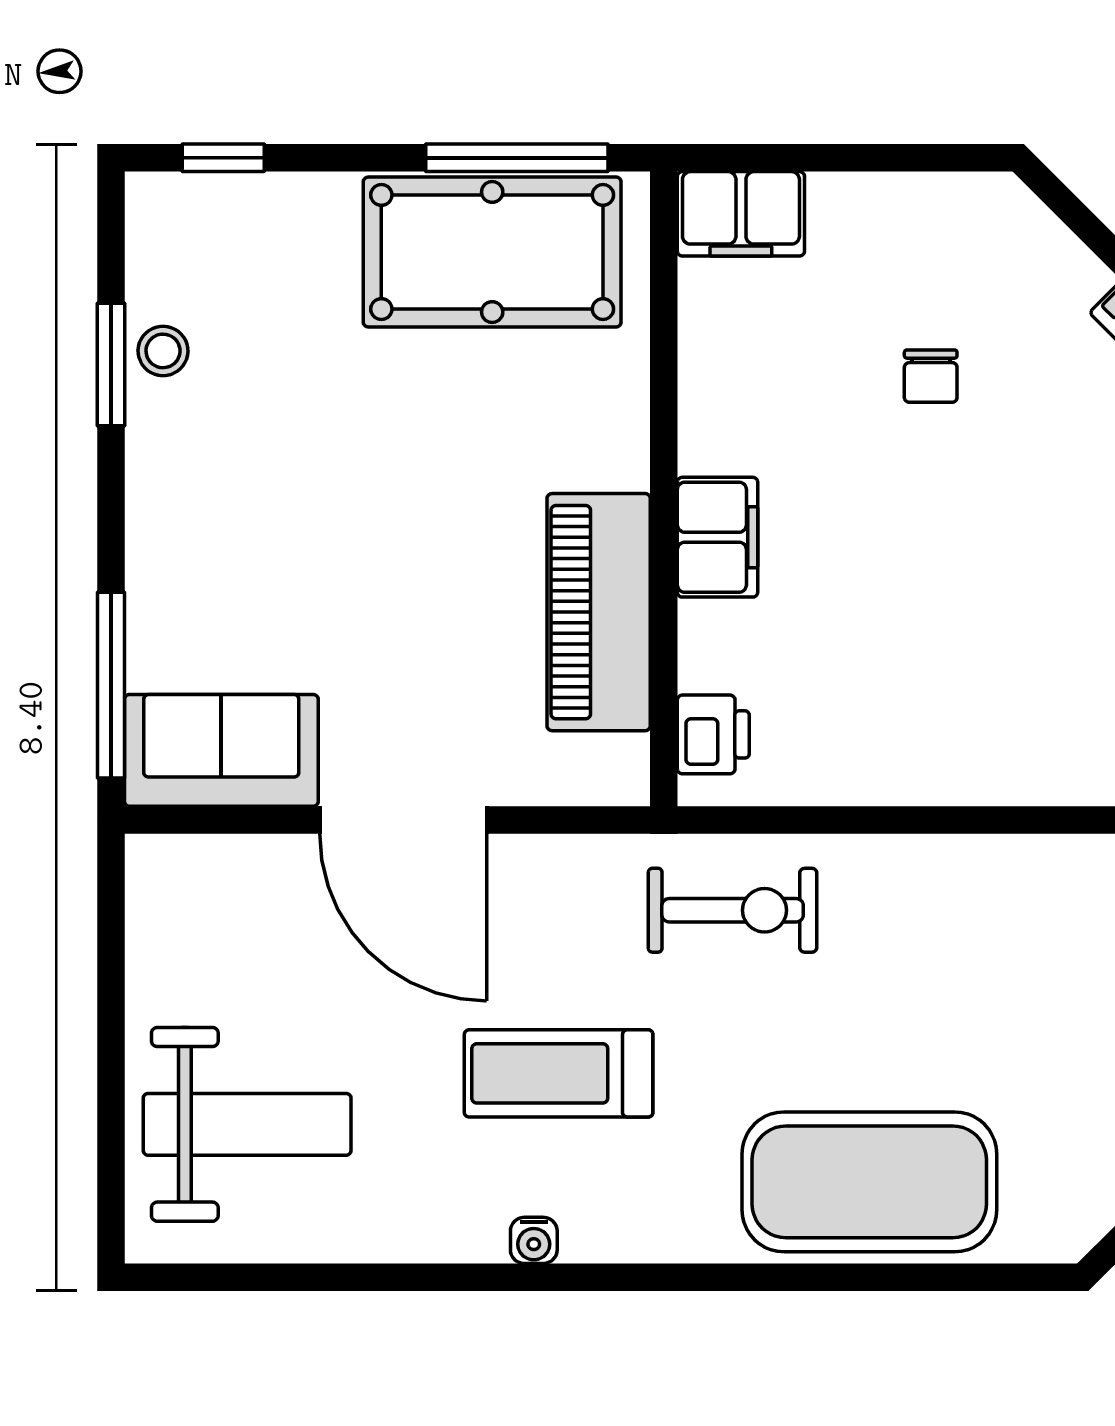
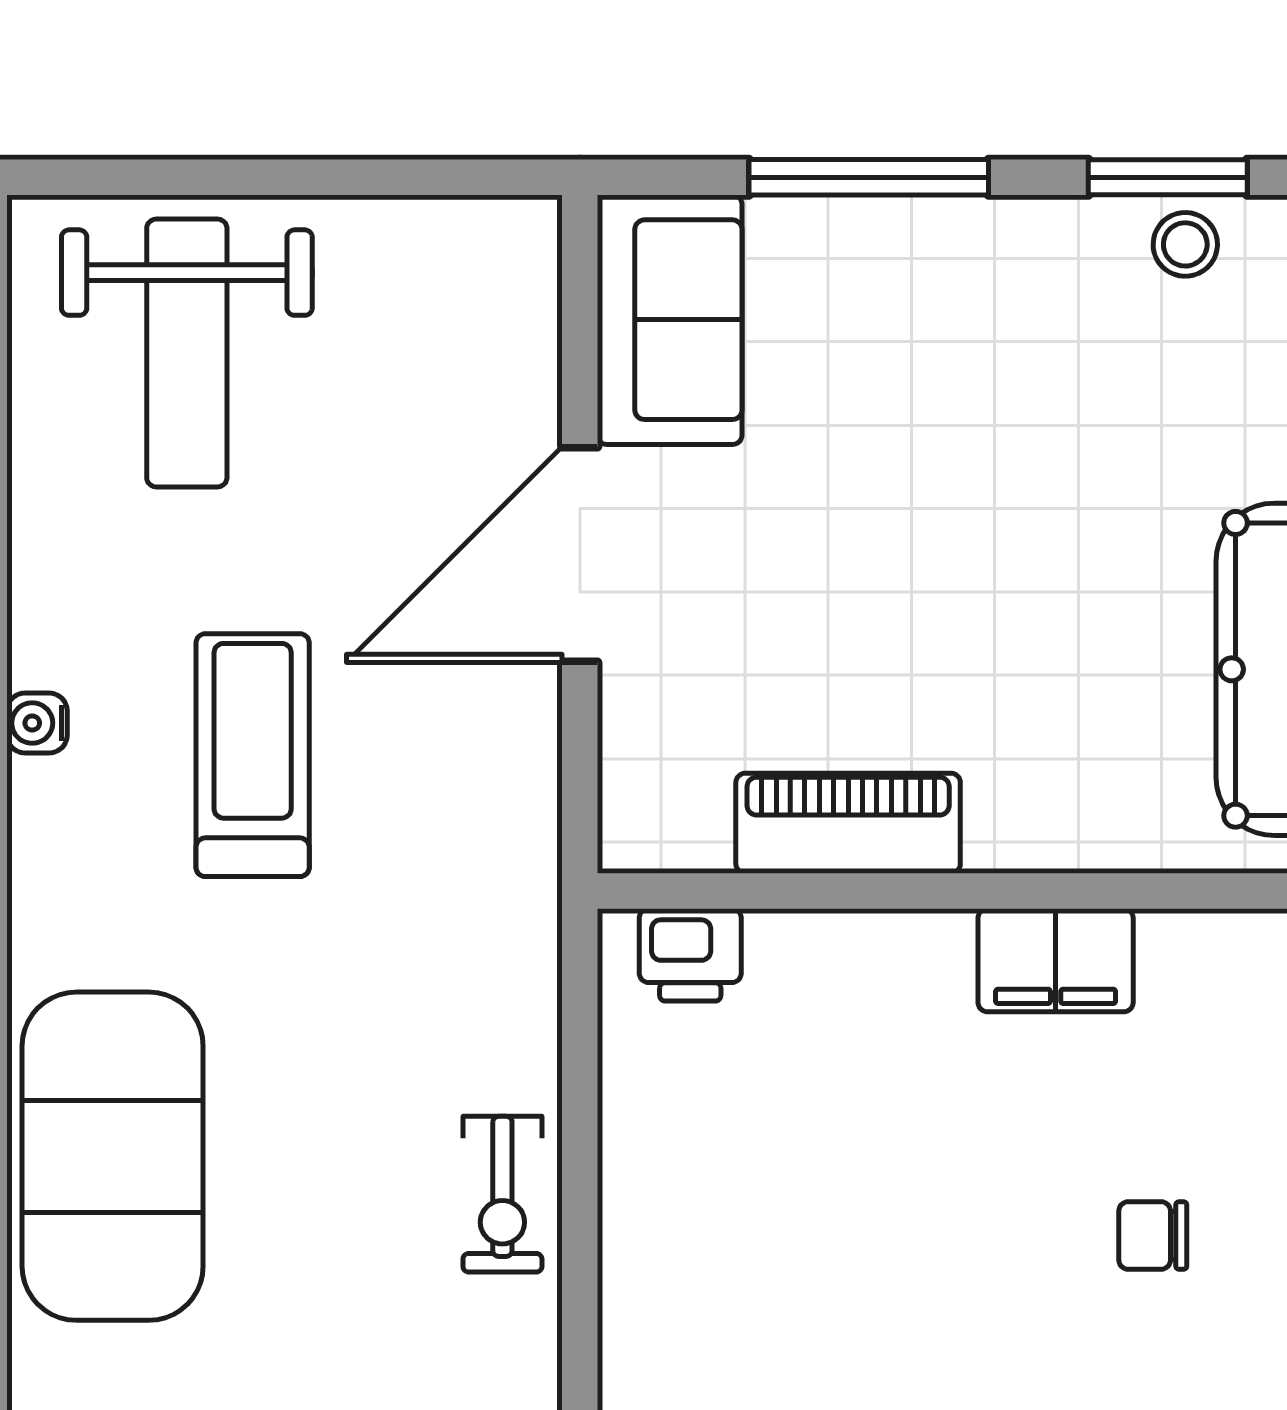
filing cabinet: (717, 537) -> (1056, 960), moved
piano: (599, 612) -> (848, 823), width x0.73, depth x0.75
window: (111, 685) -> (869, 177), moved
exercise bike: (733, 910) -> (502, 1194), moved, width x0.73, depth x0.72

